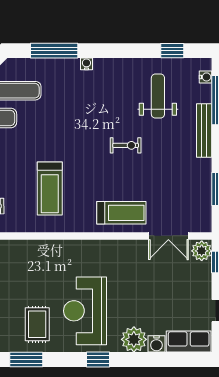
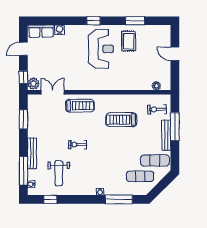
treadmill: (50, 189) -> (121, 120), turned -90
treadmill: (121, 213) -> (80, 106), turned 180
plant: (134, 339) -> (73, 32), removed

